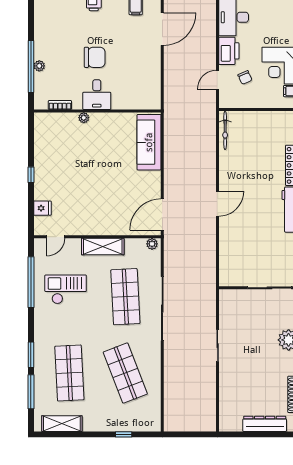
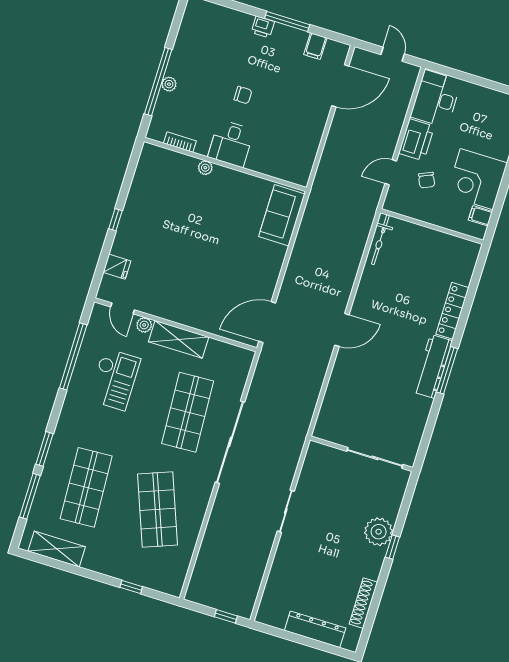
chair: (95, 57) -> (243, 95), width x0.54, depth x0.54
sofa: (149, 142) -> (282, 215), width x0.73
door: (56, 237) -> (123, 308), hinge flipped
plant: (152, 244) -> (144, 325), moved
checkout: (66, 289) -> (114, 379), turned 90
window: (198, 434) -> (226, 616), added

